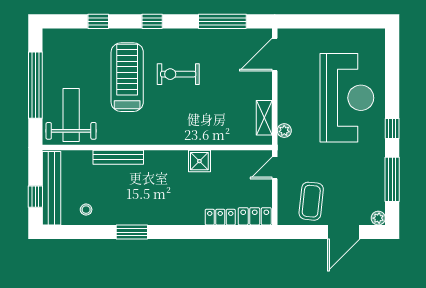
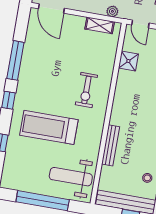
window: (222, 21) -> (15, 60), moved
exercise bike: (178, 74) -> (86, 90), moved
shower: (199, 161) -> (128, 61), moved

